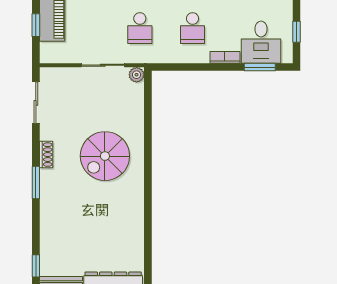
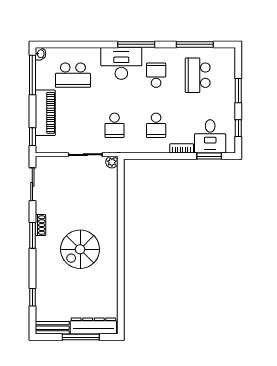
window: (36, 25) -> (32, 137), moved
spiral stairs: (105, 156) -> (80, 249), moved
window: (36, 182) -> (32, 235), moved
window: (36, 266) -> (32, 297), moved

